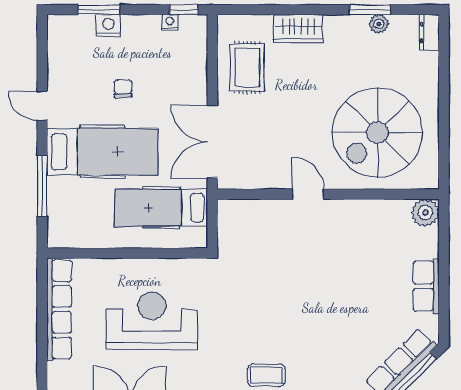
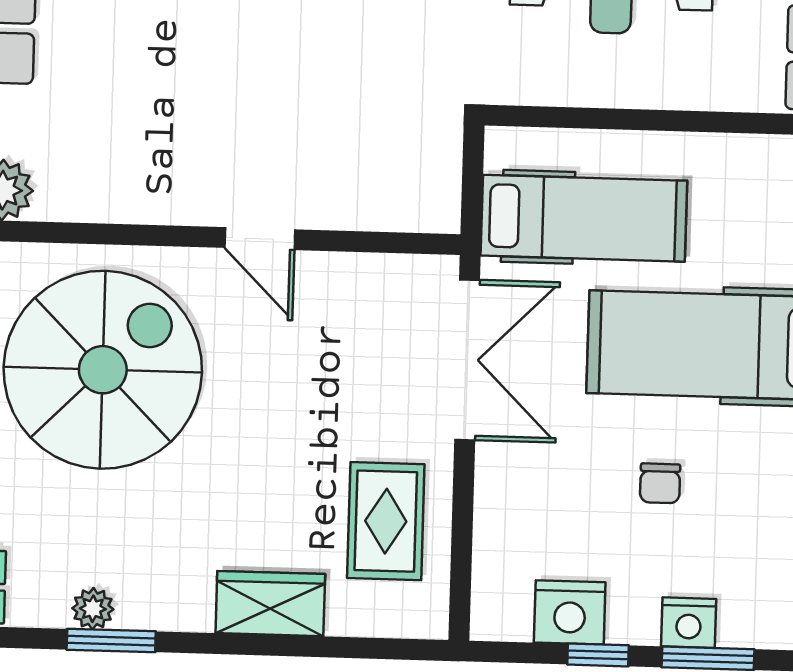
window: (184, 10) -> (598, 655), moved
nightstand: (170, 22) -> (570, 612), width x1.89, depth x1.79

